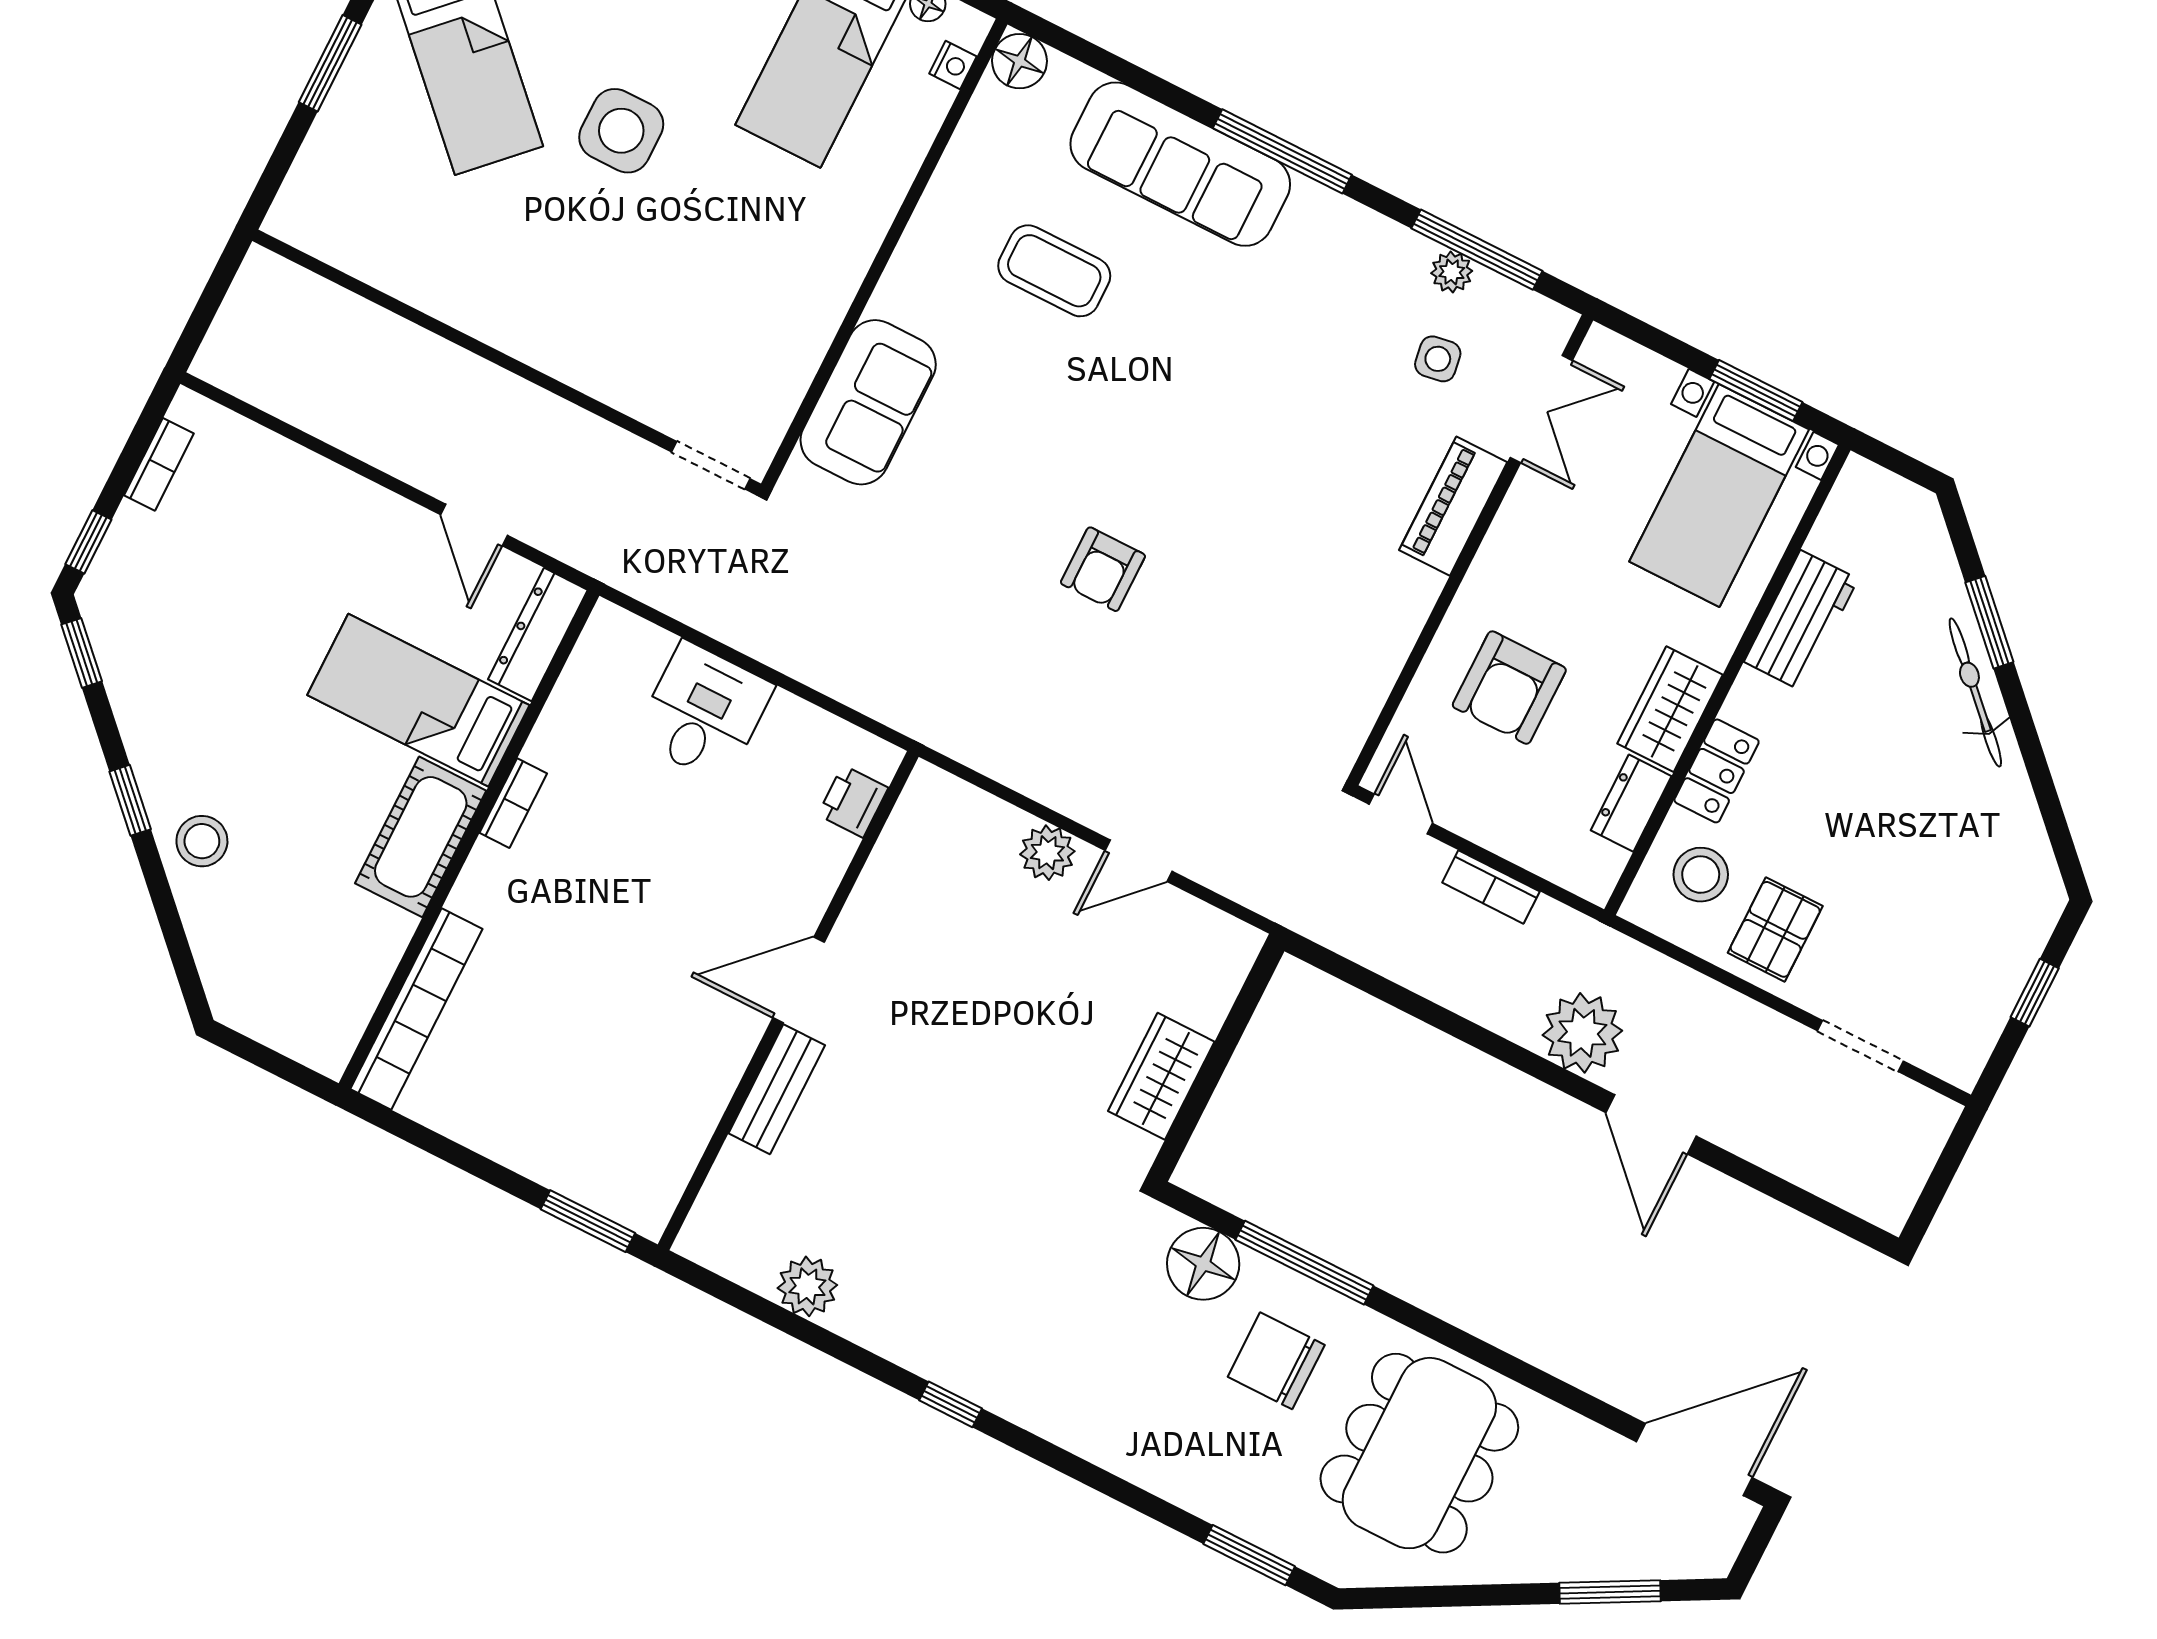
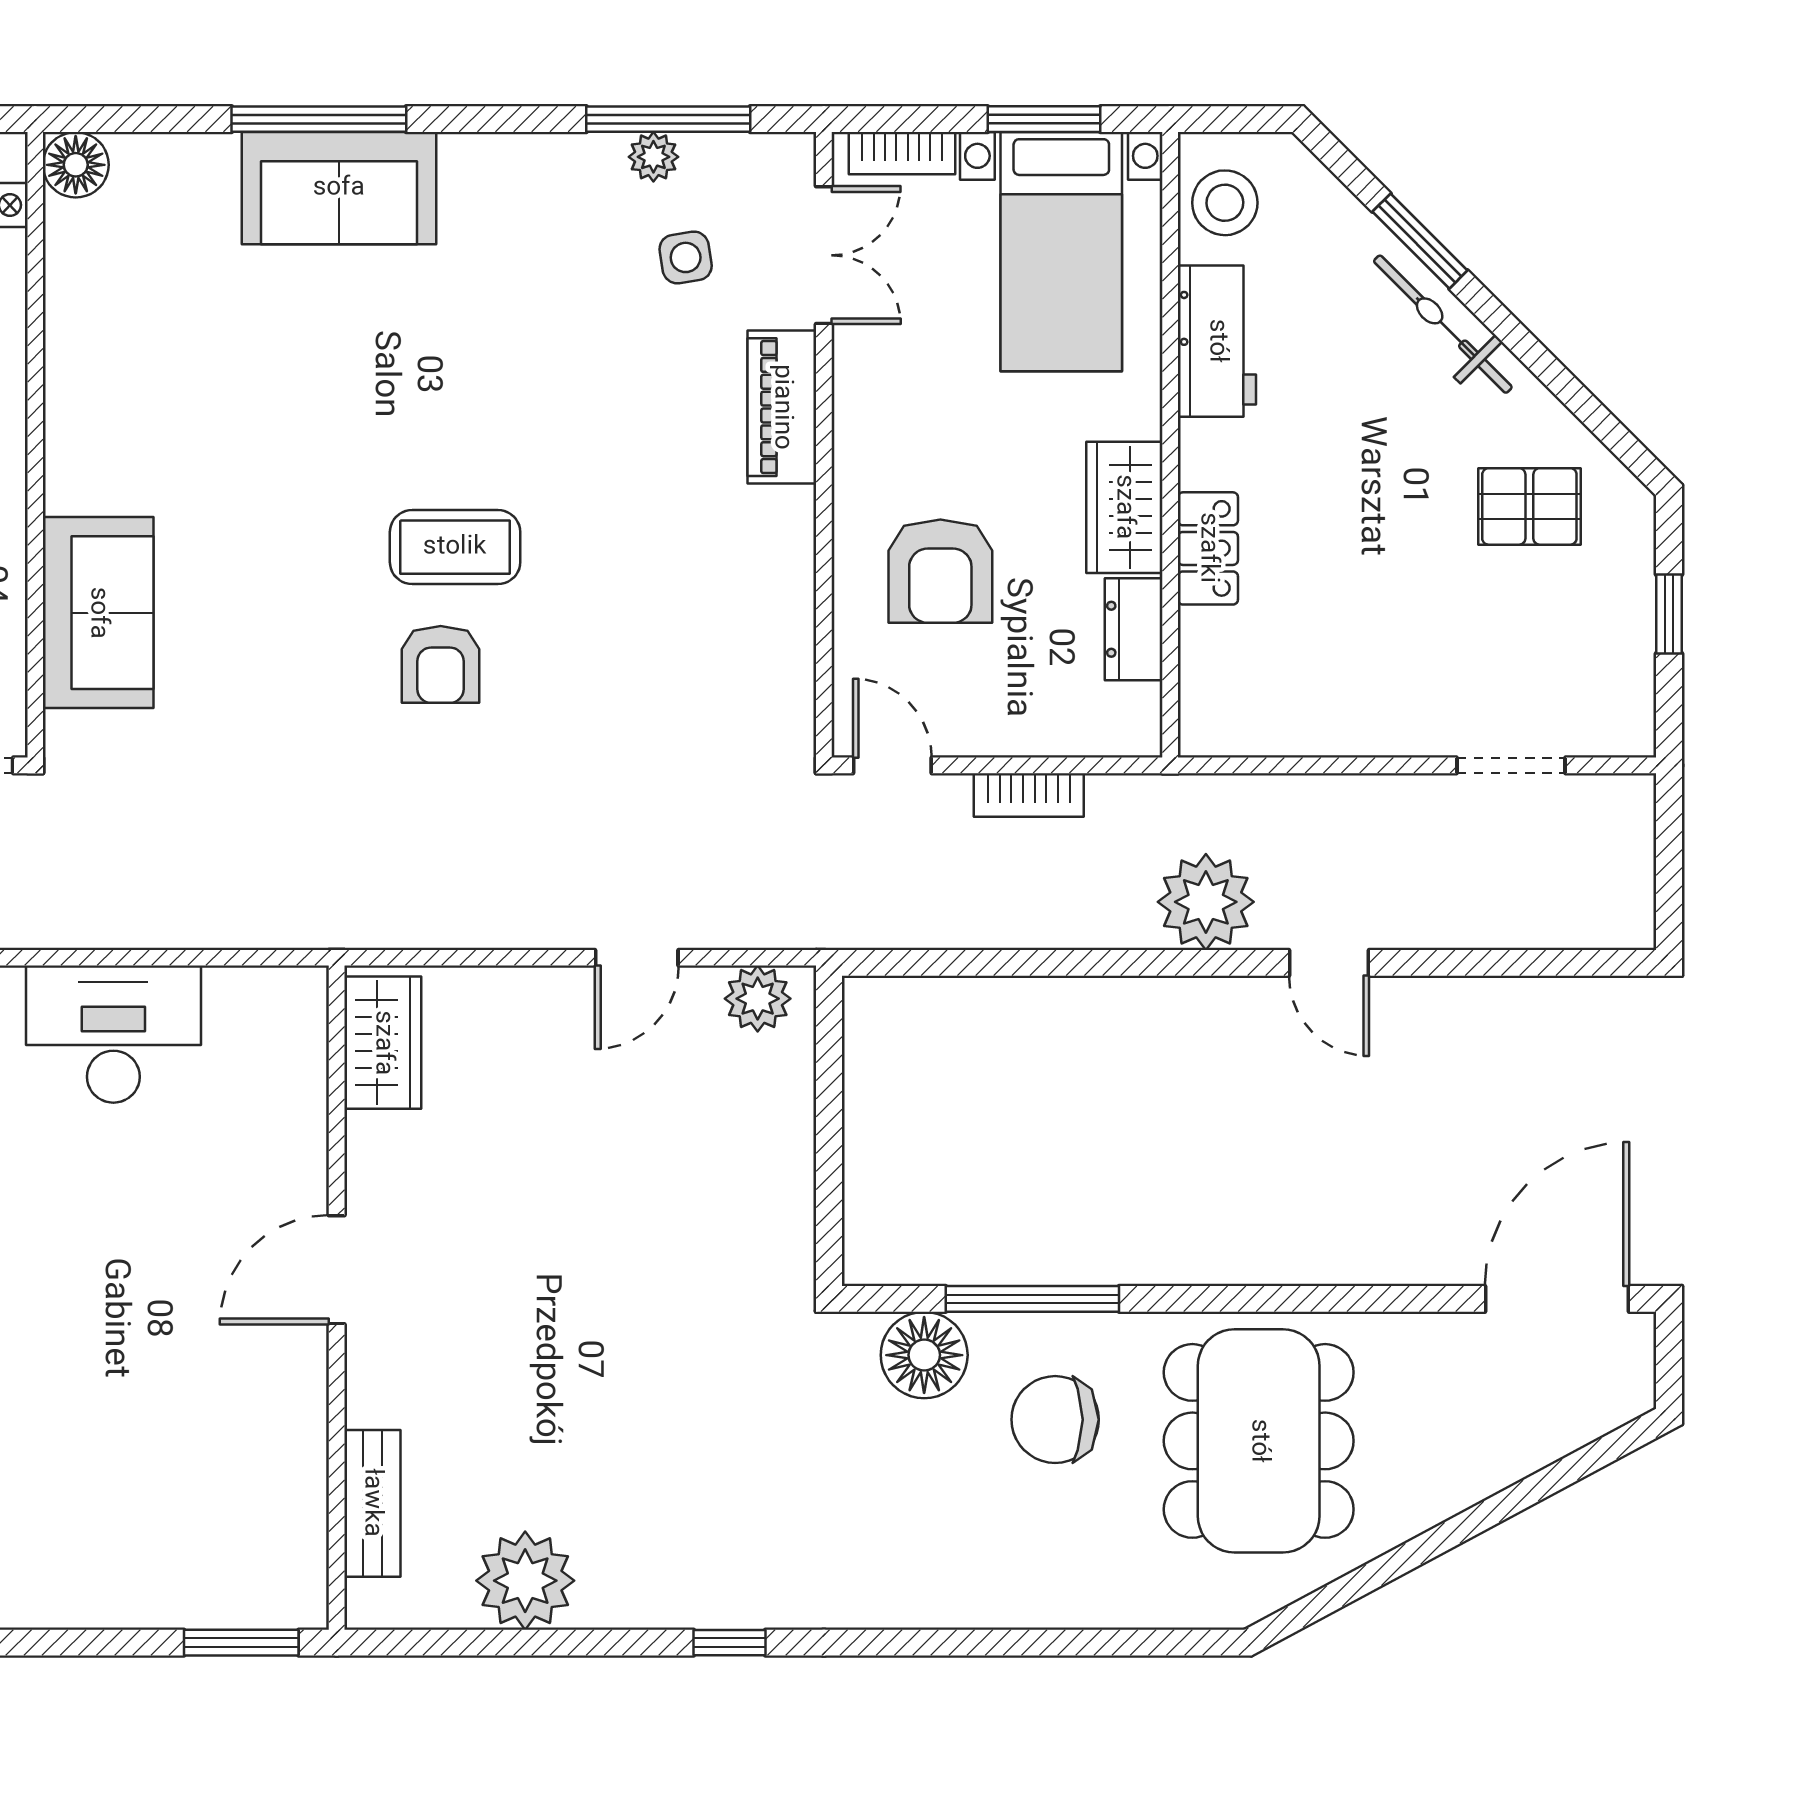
window: (1282, 151) -> (319, 119), moved
sofa: (1180, 164) -> (339, 188), width x0.73
coffee table: (1054, 271) -> (455, 547), moved
bookcase: (1638, 363) -> (902, 153), added
desk: (704, 712) -> (113, 1034), width x1.37
printer: (853, 801) -> (298, 1049), removed
plant: (1047, 853) -> (758, 999), moved
stool: (1701, 875) -> (1225, 203), moved
pallet: (1775, 929) -> (1529, 506), moved, turned 90
wardrobe: (1161, 1076) -> (383, 1043), moved, turned 180
bench: (777, 1089) -> (372, 1503), moved
door: (1651, 1124) -> (1329, 963), width x0.73
plant: (807, 1286) -> (525, 1581), width x1.36, depth x1.36
window: (1249, 1555) -> (1131, 1643), removed
window: (1610, 1592) -> (1538, 1487), removed

